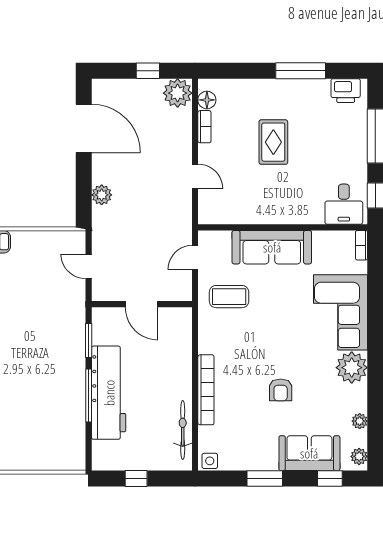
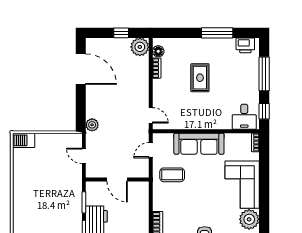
door: (195, 176) -> (151, 115), moved
plant: (102, 195) -> (92, 125), moved

